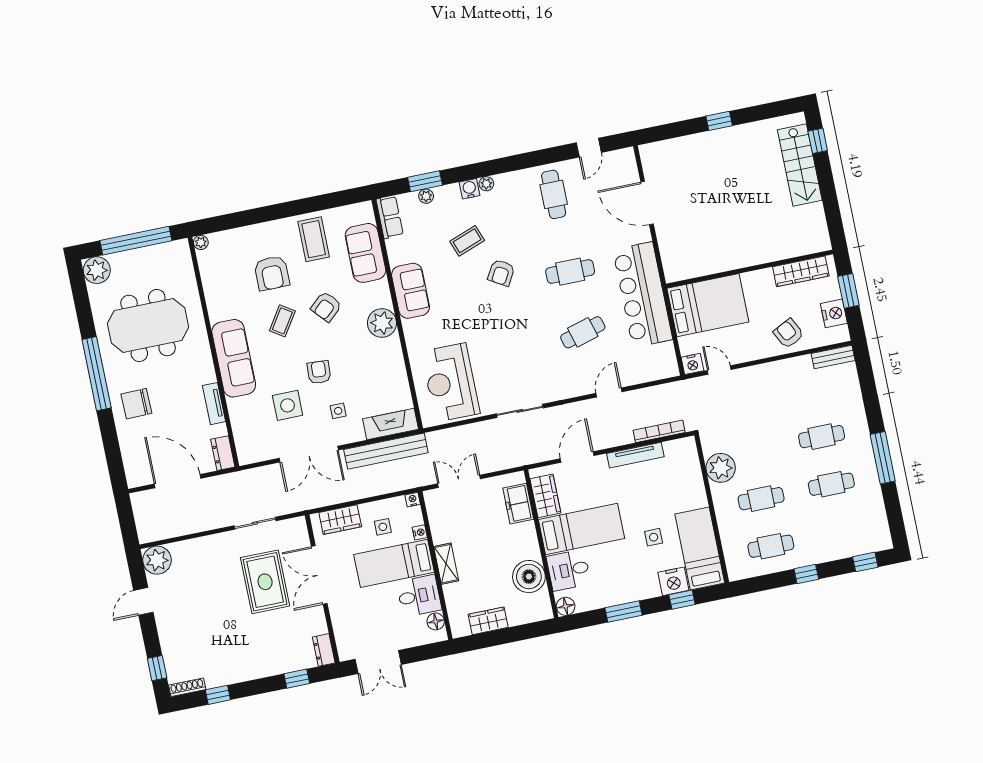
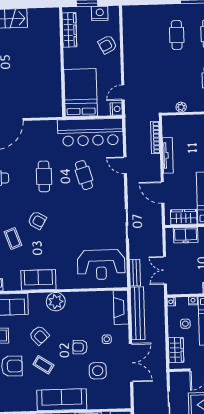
bar counter: (643, 295) -> (90, 132), moved
bench: (833, 357) -> (135, 273), moved
plant: (721, 468) -> (181, 107), width x0.53, depth x0.53

